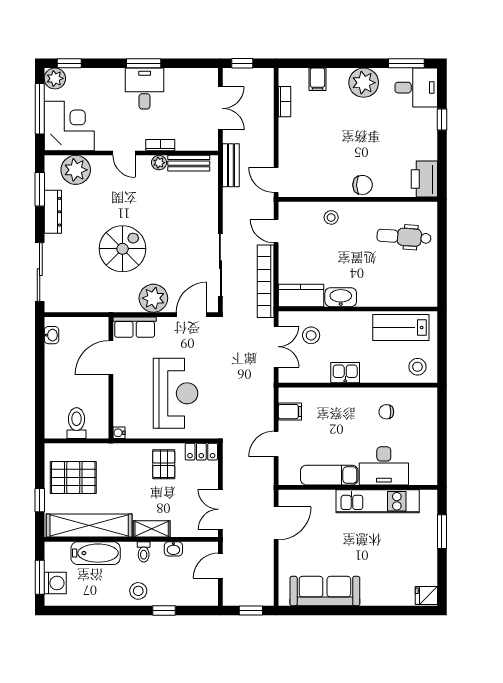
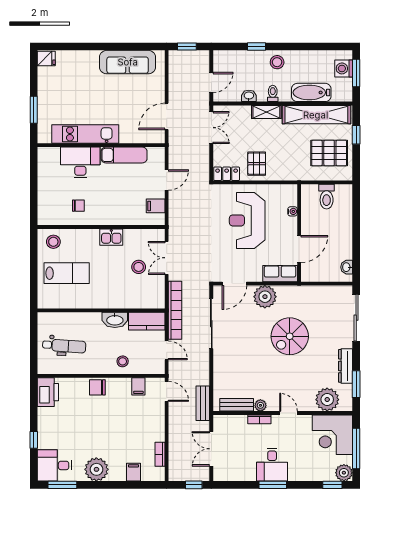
filing cabinet: (311, 186) -> (138, 386), added
kitchen counter: (301, 296) -> (147, 321), moved
washbasin: (341, 297) -> (115, 320), moved
wall: (358, 309) -> (101, 310), moved
water cooler: (119, 433) -> (293, 211), moved

